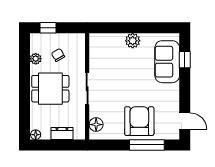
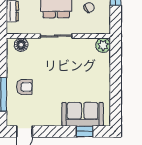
plant: (133, 41) -> (103, 45), moved
armchair: (139, 121) -> (24, 87), width x0.53, depth x0.53

